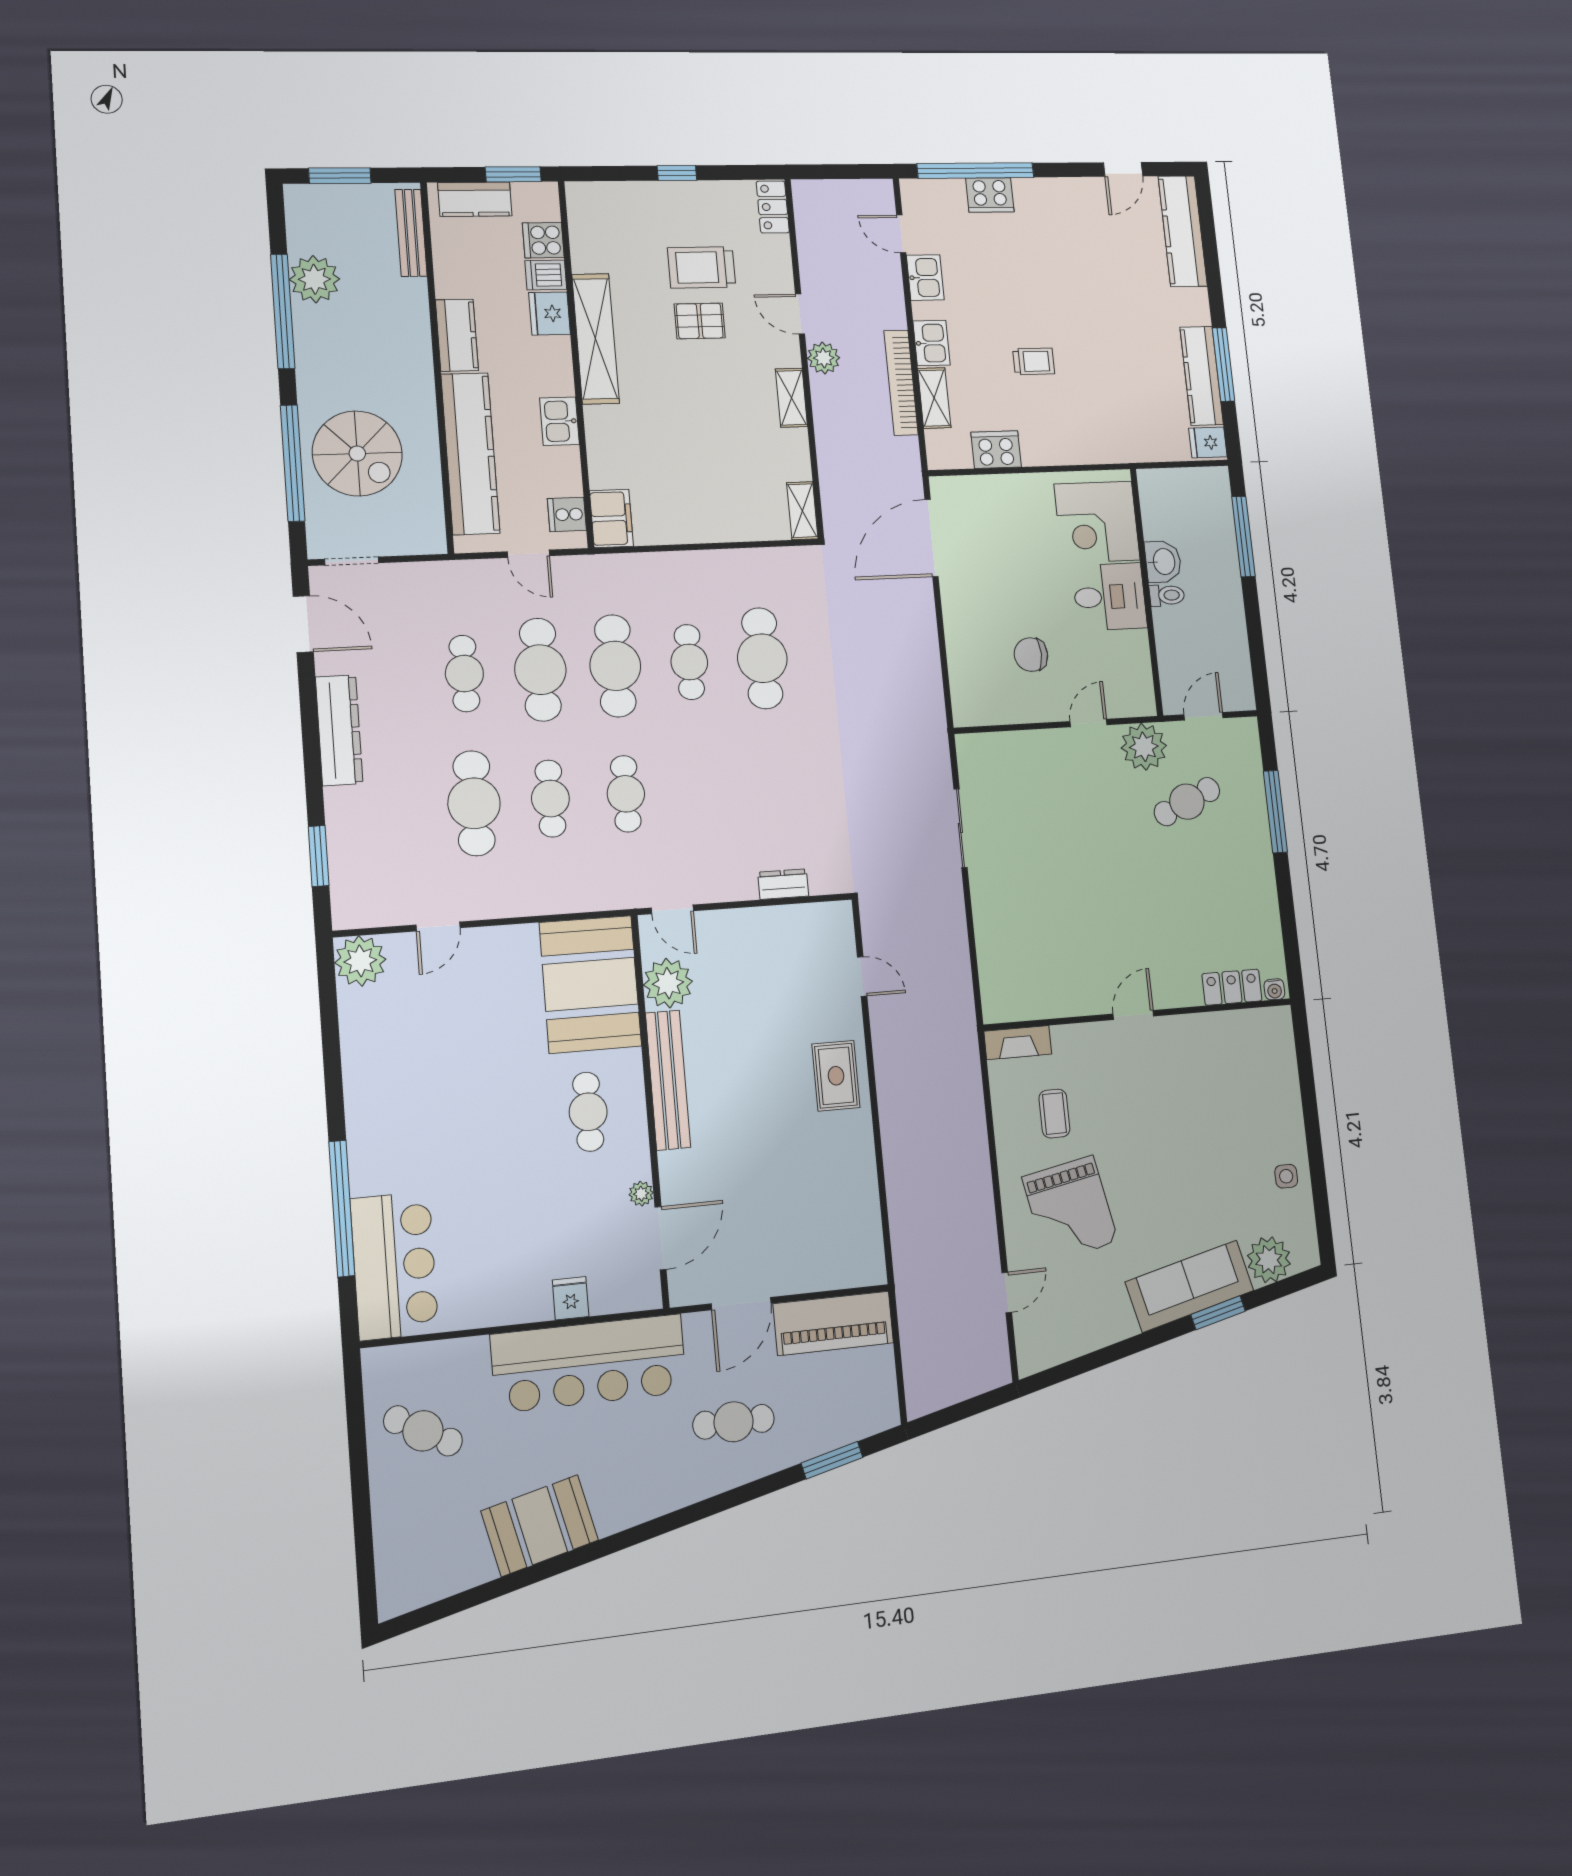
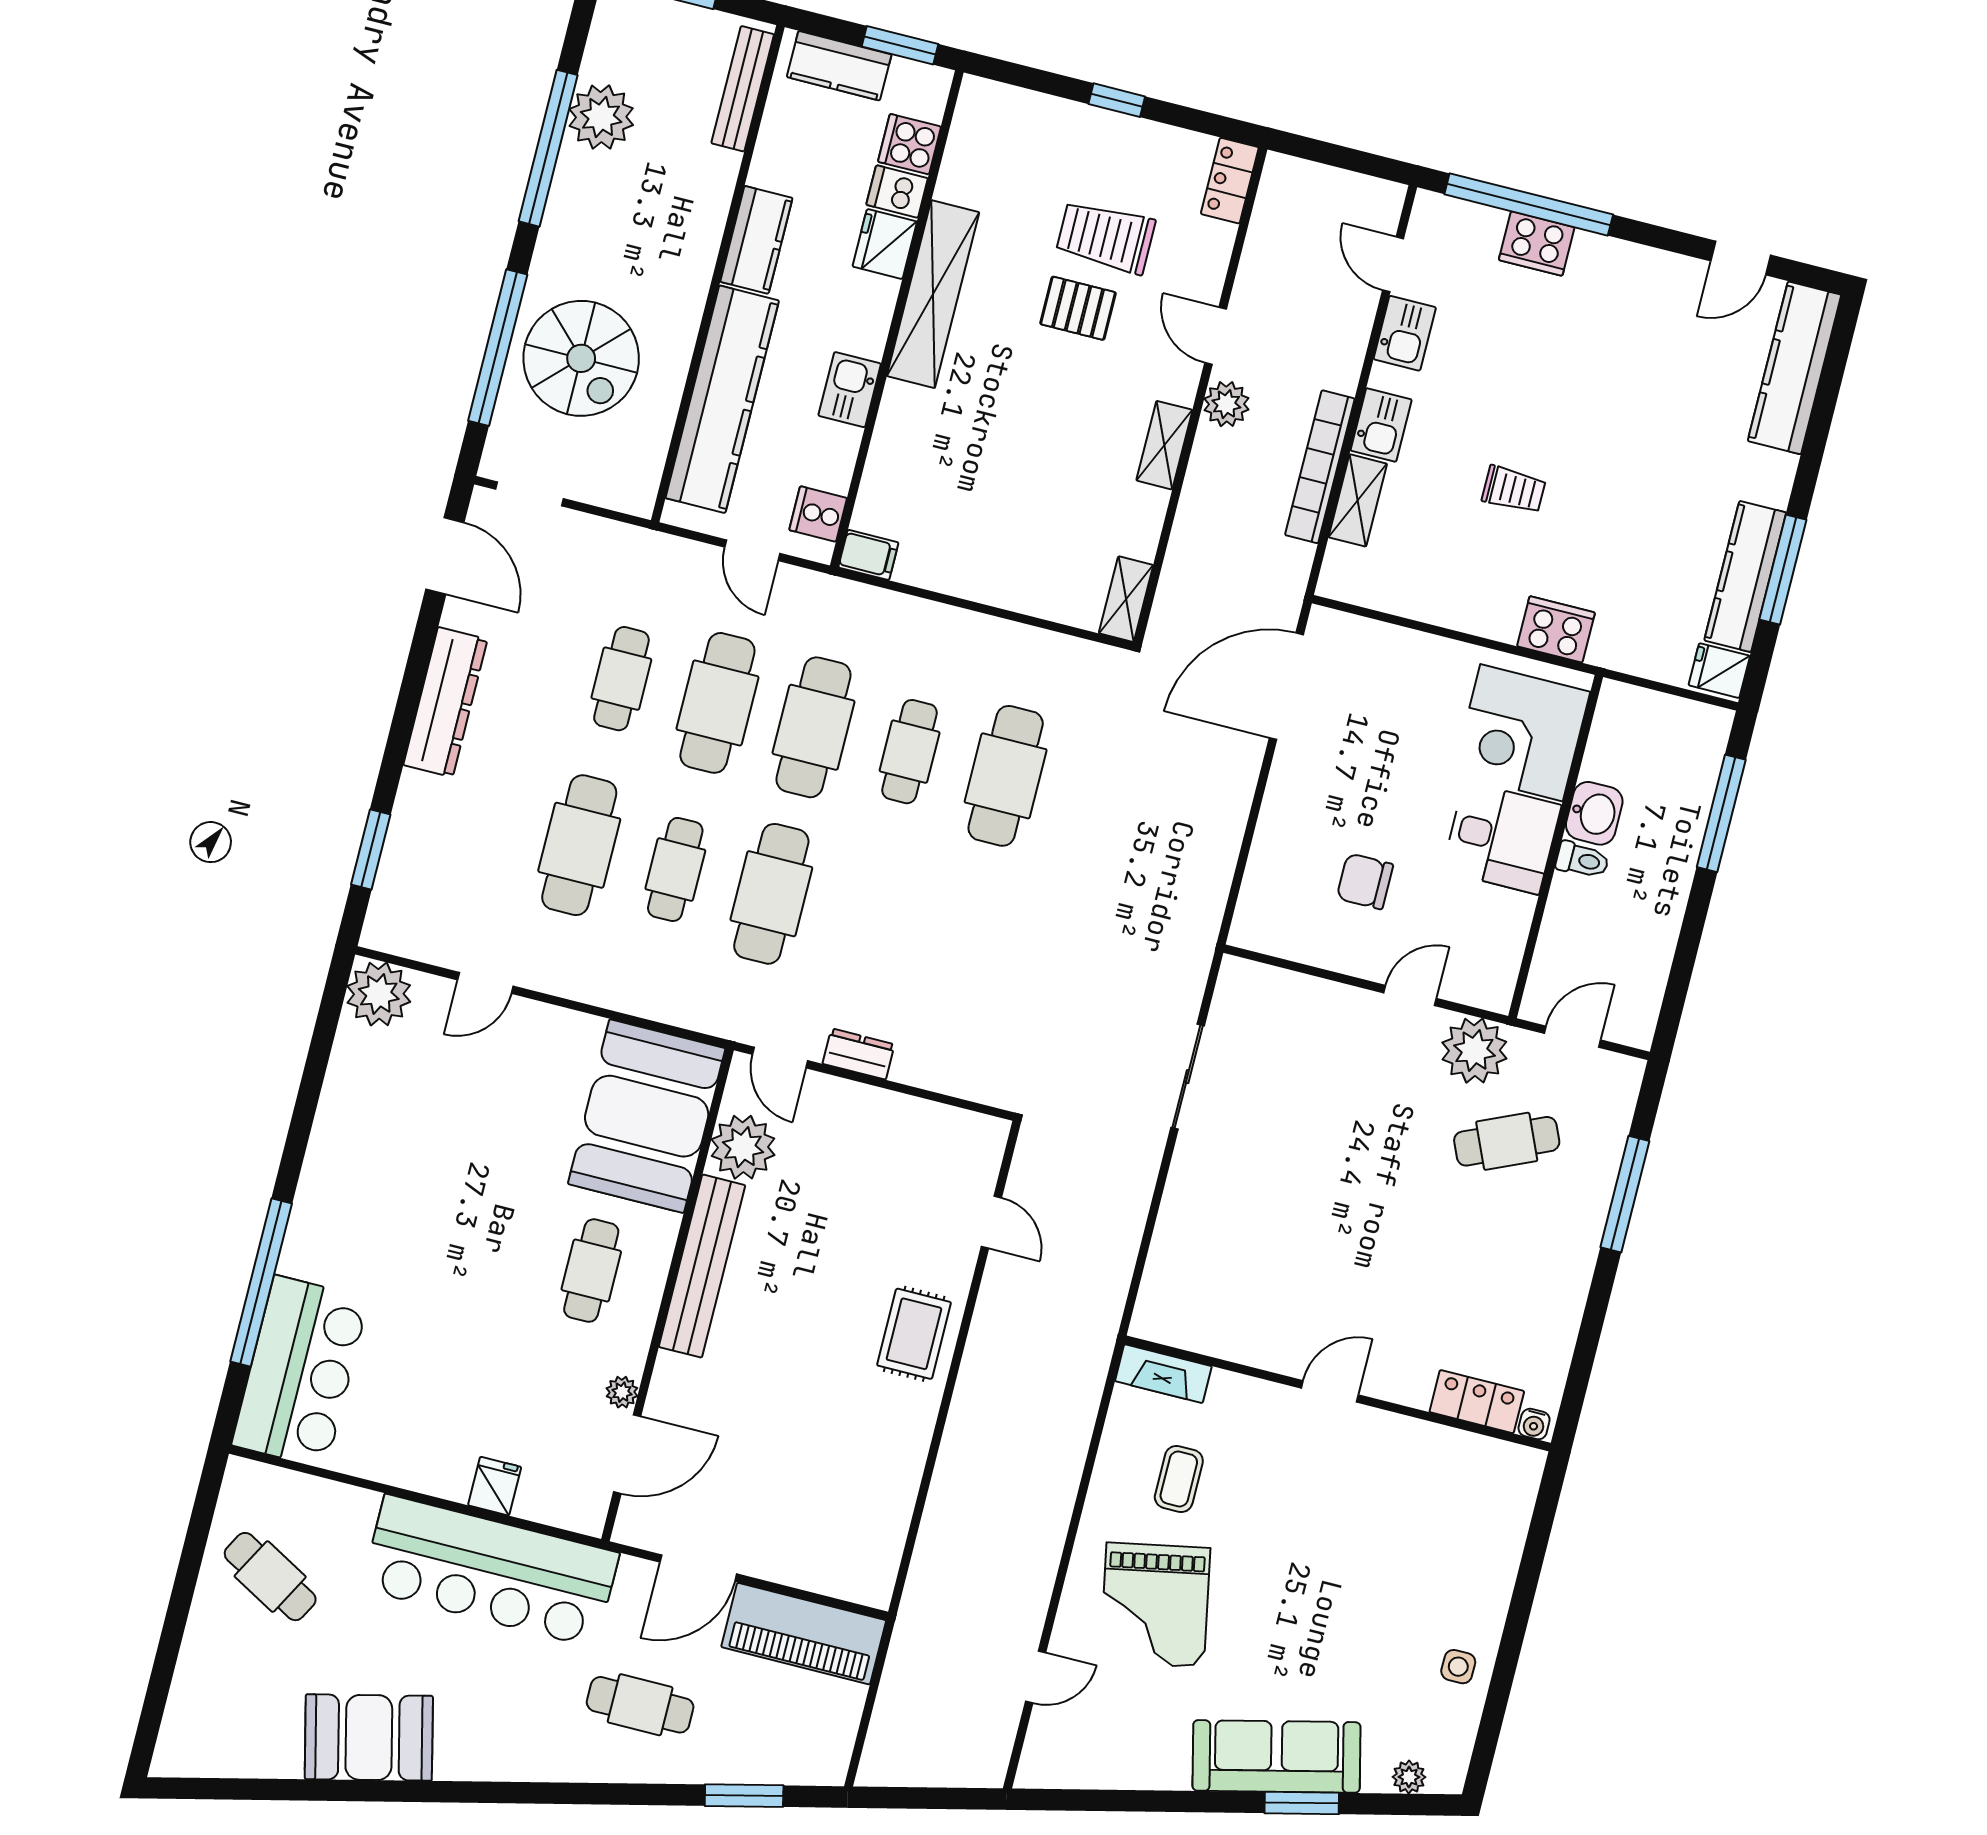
cooker: (996, 450) -> (1556, 629), moved
filing cabinet: (611, 518) -> (868, 555), width x0.50
cafe table: (626, 794) -> (771, 894), width x1.37, depth x1.35
dresser: (783, 884) -> (859, 1054), moved
plant: (1269, 1260) -> (1409, 1777), width x0.53, depth x0.53

